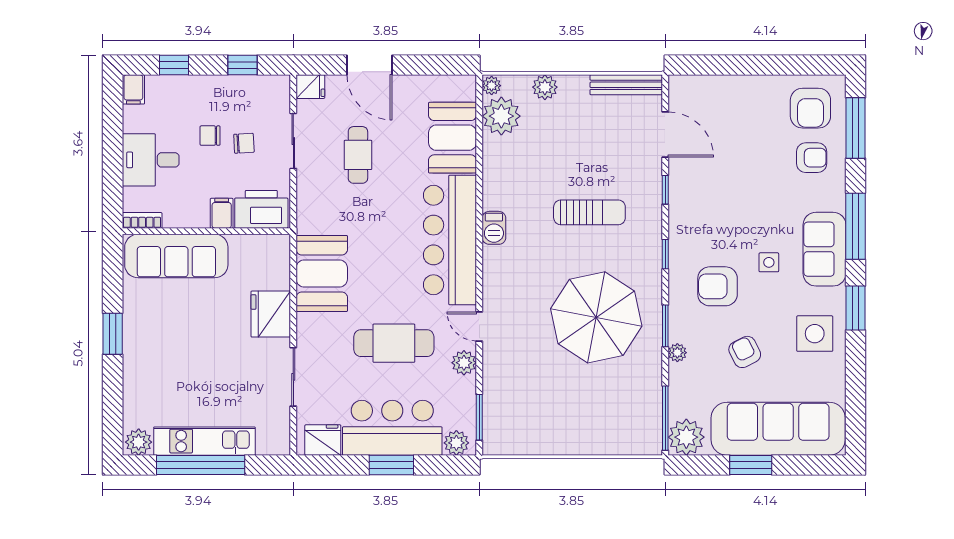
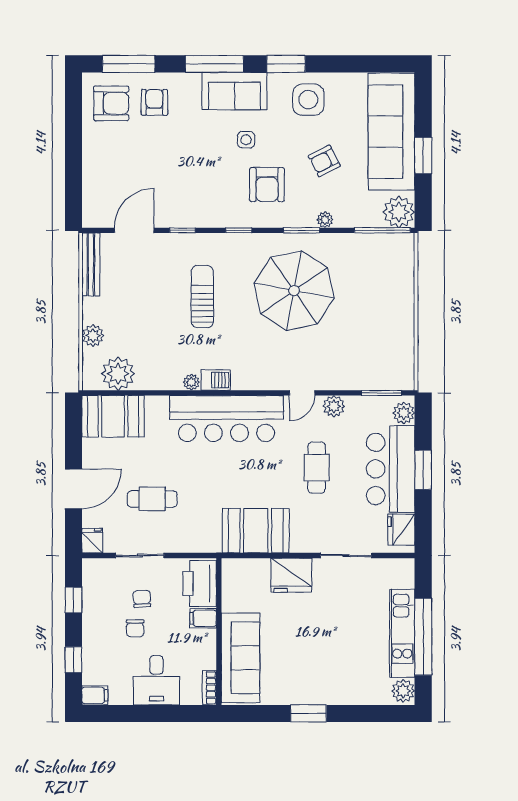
plant: (492, 86) -> (191, 382), moved
booth: (453, 138) -> (113, 416), moved
cafe table: (394, 343) -> (317, 468), width x0.73, depth x0.74

